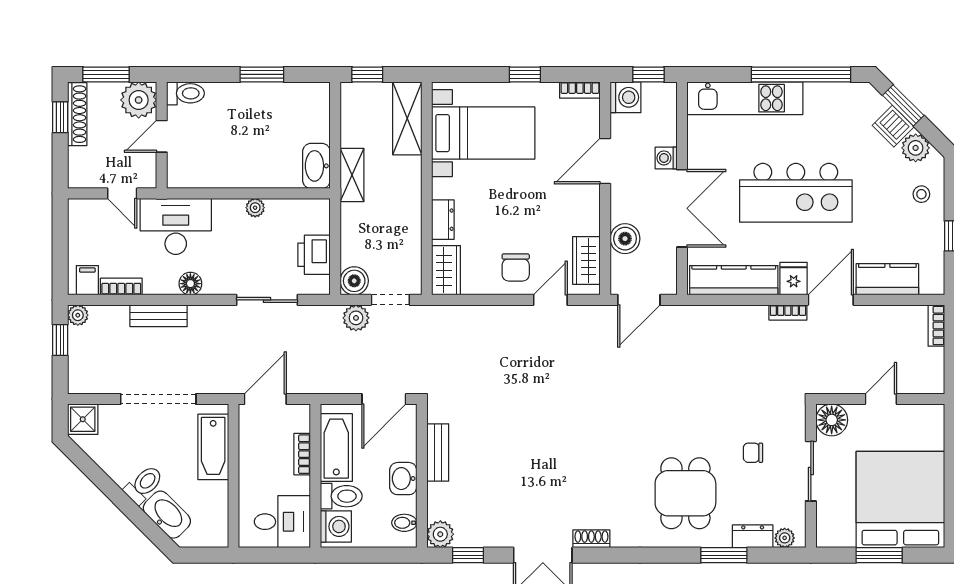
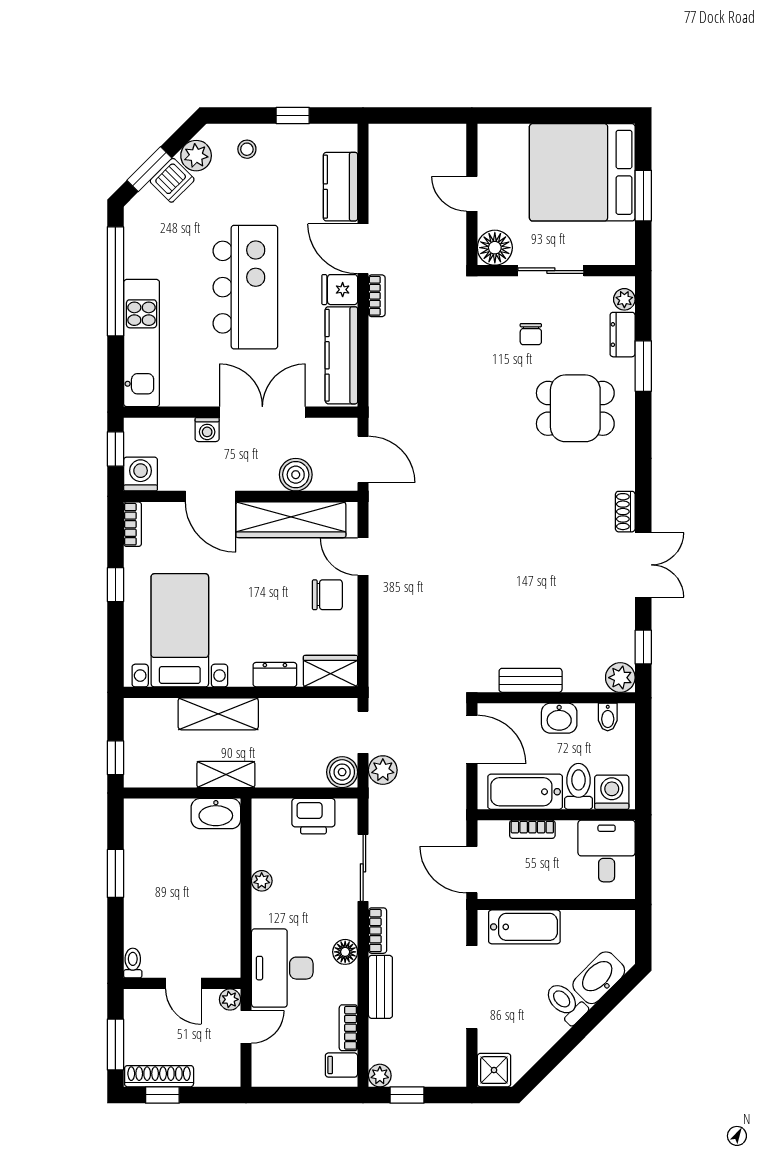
toilet: (185, 93) -> (133, 963), width x0.73, depth x0.72
plant: (139, 100) -> (230, 999), moved, width x0.53, depth x0.53
shelving: (407, 118) -> (218, 714), moved
wardrobe: (586, 260) -> (291, 520), width x2.10, depth x1.17
bookcase: (936, 326) -> (378, 931), moved, turned -90

